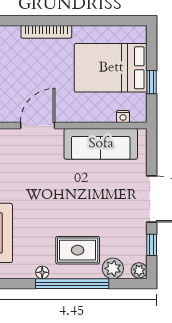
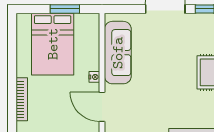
window: (152, 82) -> (65, 9), width x1.50
nightstand: (123, 116) -> (94, 77), moved

